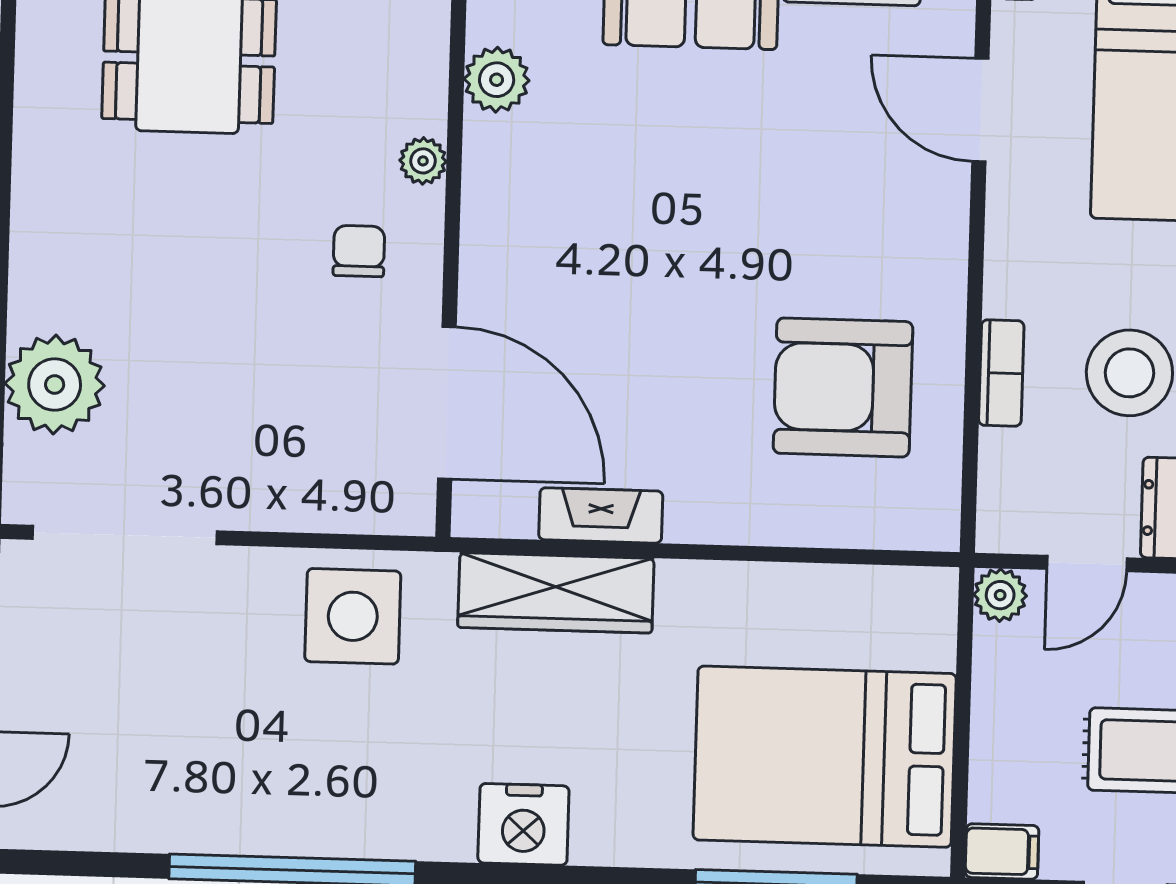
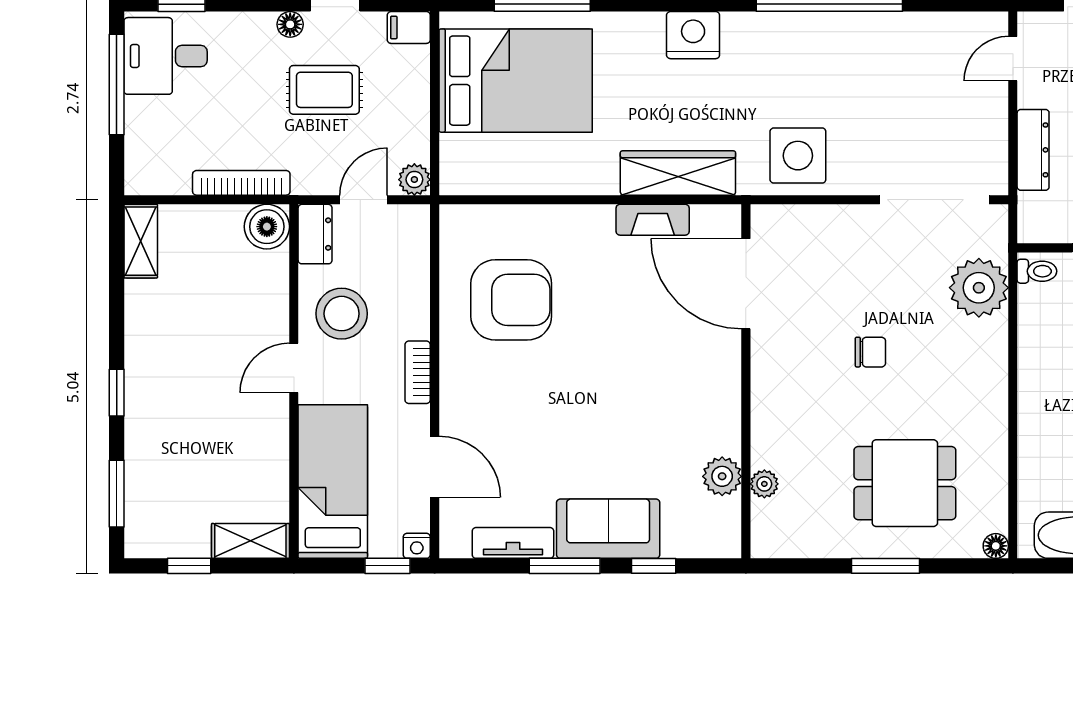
plant: (423, 161) -> (764, 484), moved
chair: (359, 251) -> (870, 352), moved, turned -90
bookcase: (1001, 373) -> (418, 372), moved

